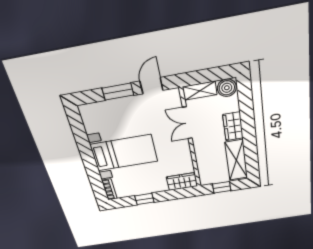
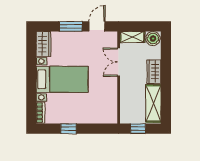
wardrobe: (182, 182) -> (44, 44), moved, turned 90

